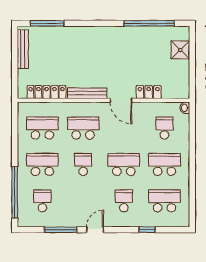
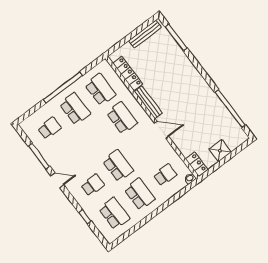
shower: (180, 50) -> (220, 151), moved
locker: (149, 92) -> (197, 164), moved
door: (121, 100) -> (161, 130), swing flipped
school desk: (83, 164) -> (96, 137), removed
window: (15, 192) -> (63, 87), moved

